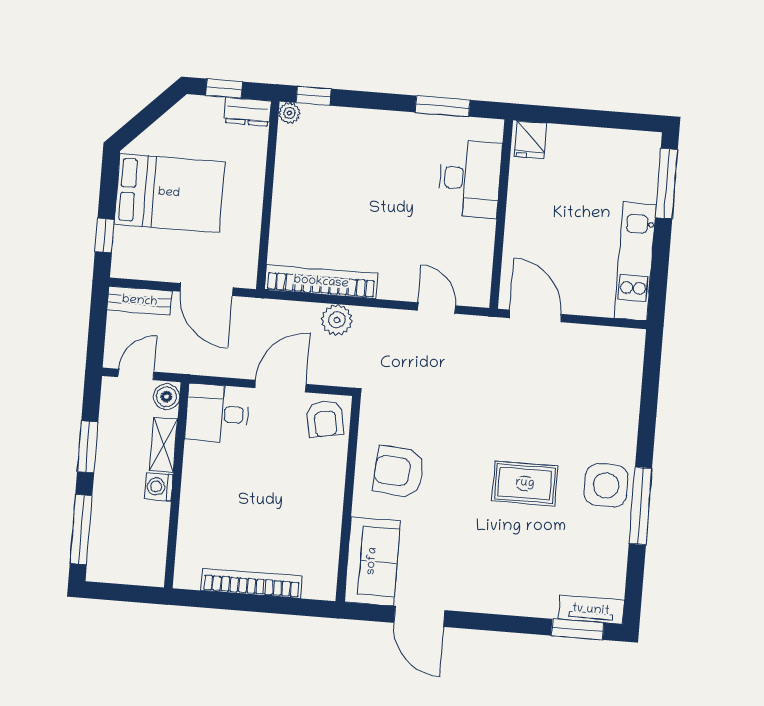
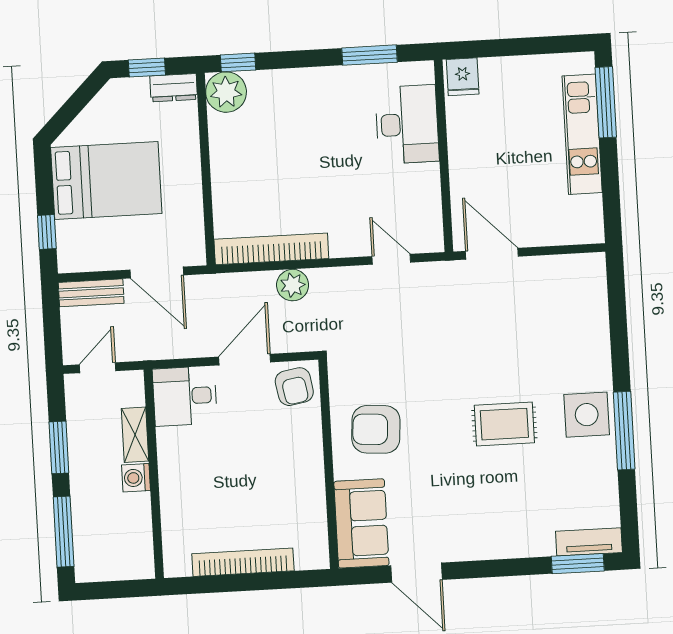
plant: (289, 113) -> (226, 92), width x1.88, depth x1.88
kitchen unit: (635, 261) -> (582, 134), moved
boiler: (166, 397) -> (131, 386), removed

